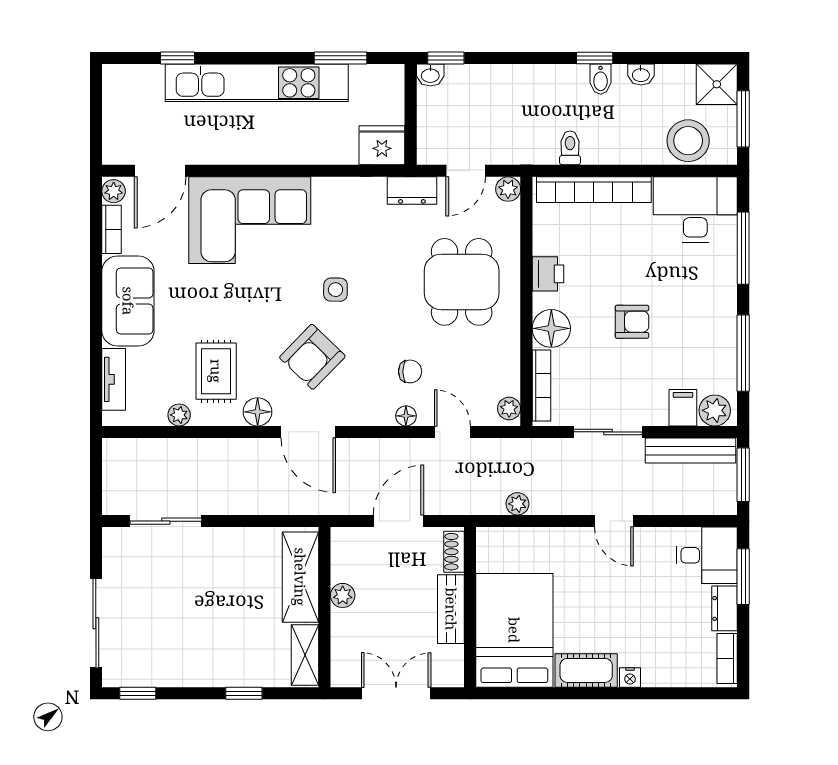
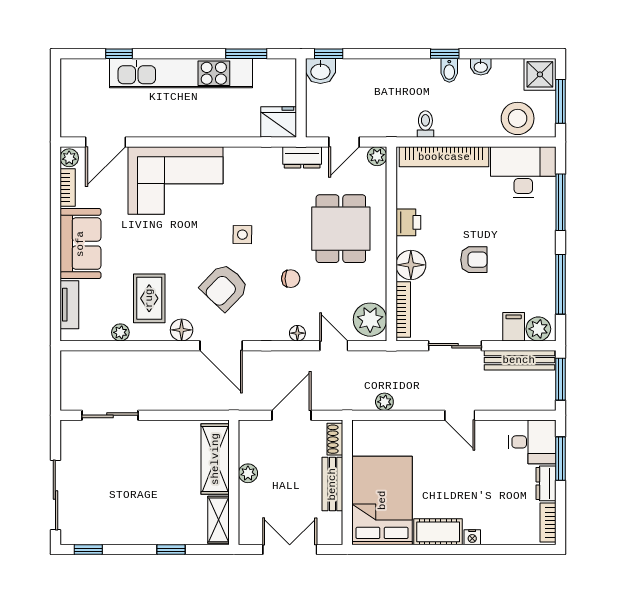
washbasin: (430, 75) -> (320, 71), width x1.38, depth x1.45
chair: (410, 371) -> (291, 279), moved
plant: (509, 409) -> (370, 320), width x1.88, depth x1.88

